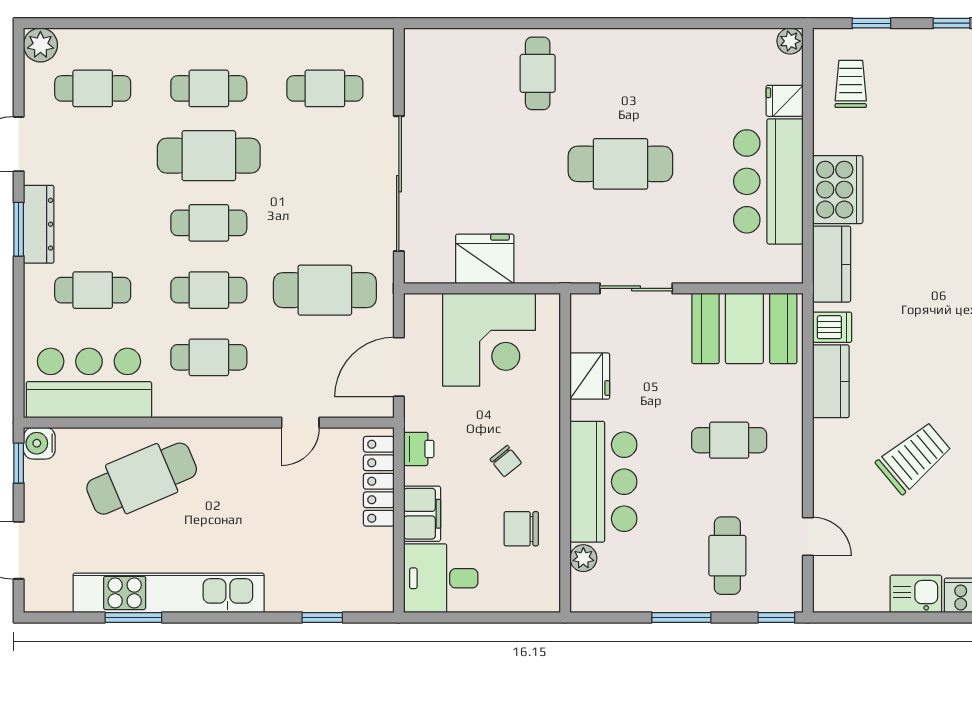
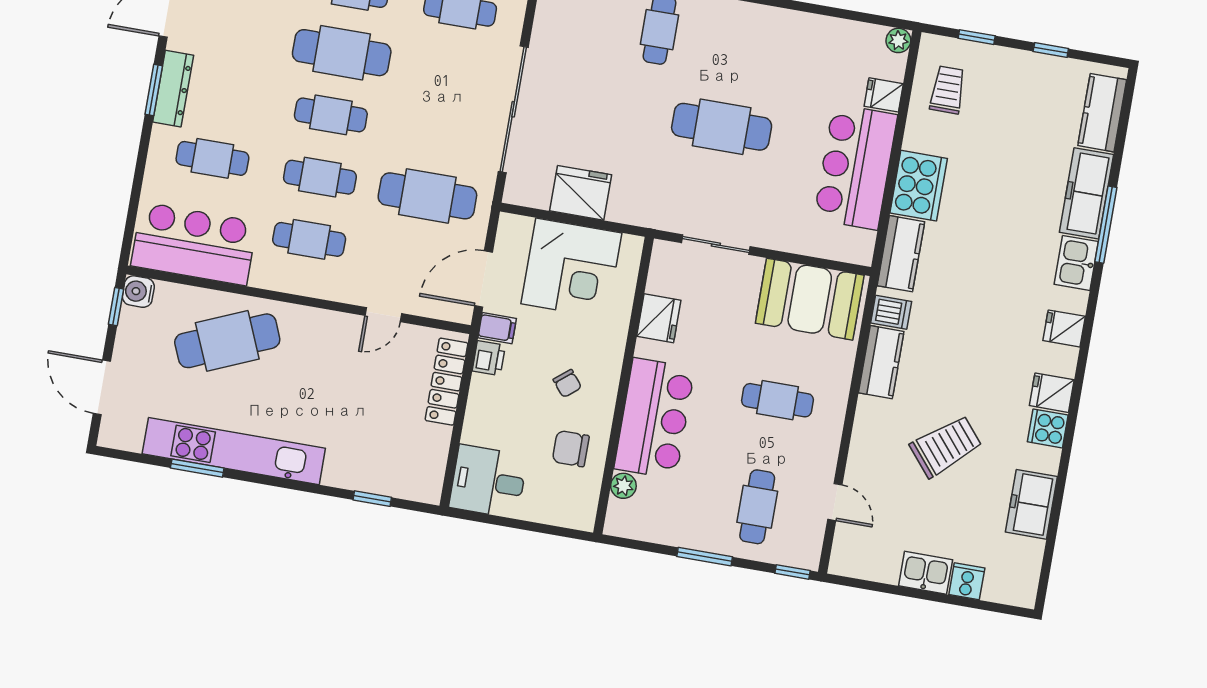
filing cabinet: (422, 514) -> (497, 328), moved, width x0.50

